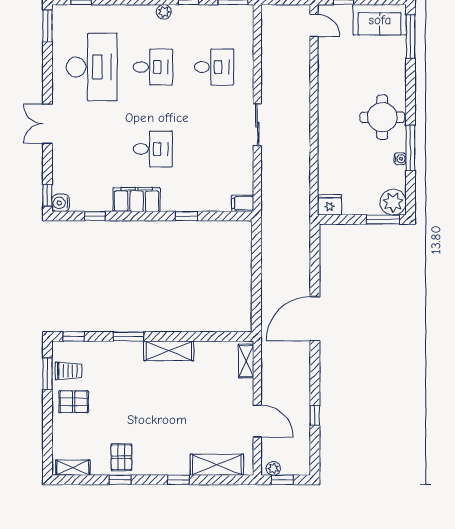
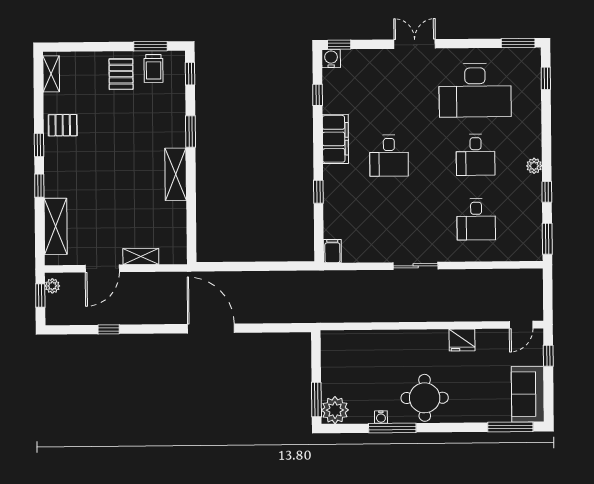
fridge: (329, 205) -> (462, 340), moved, turned 90
shelving: (246, 361) -> (141, 256), moved
window: (120, 480) -> (39, 145), moved

